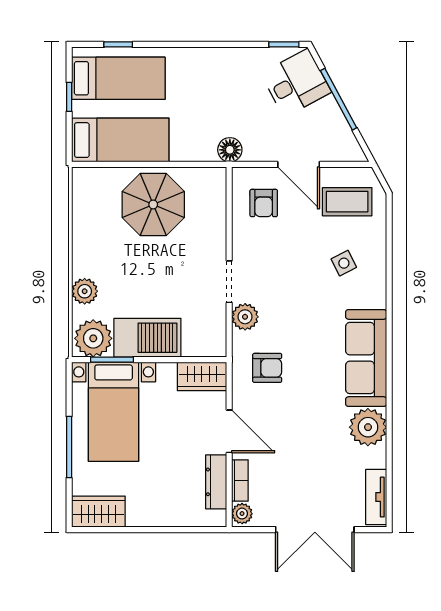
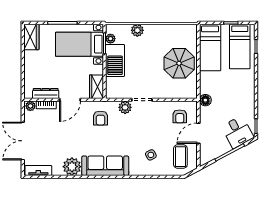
armchair: (264, 203) -> (180, 116), turned -90
plant: (93, 338) -> (110, 39), width x0.53, depth x0.53

